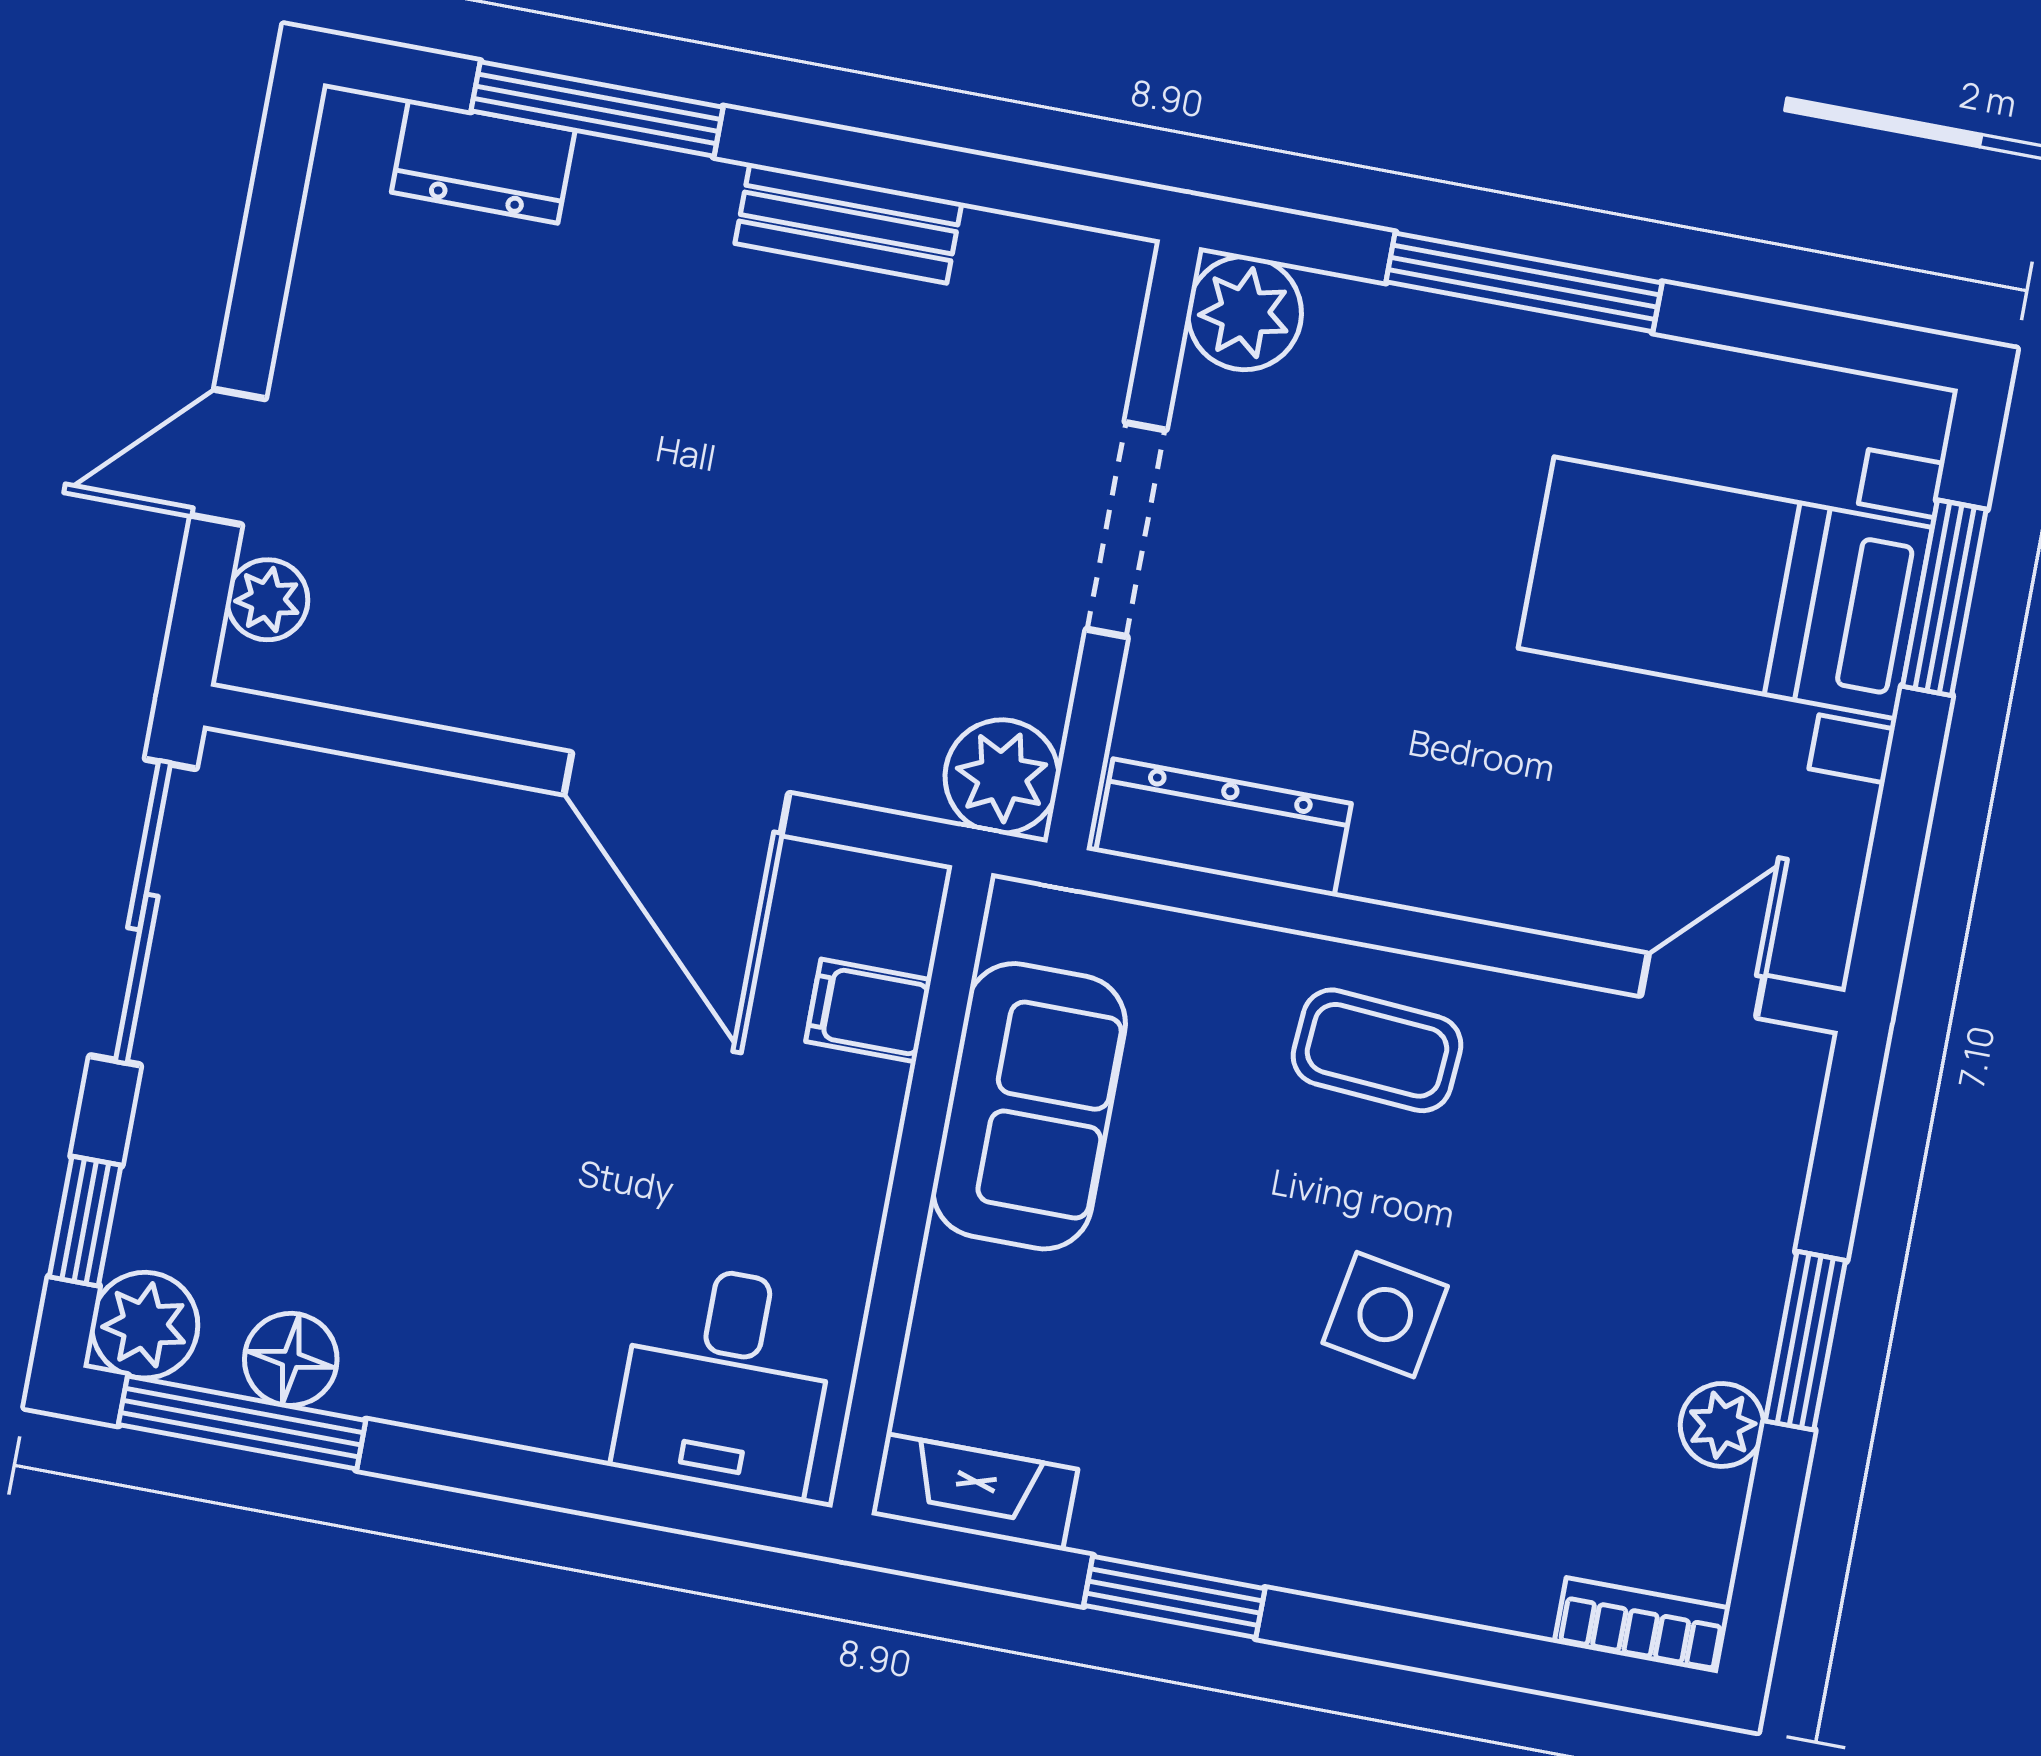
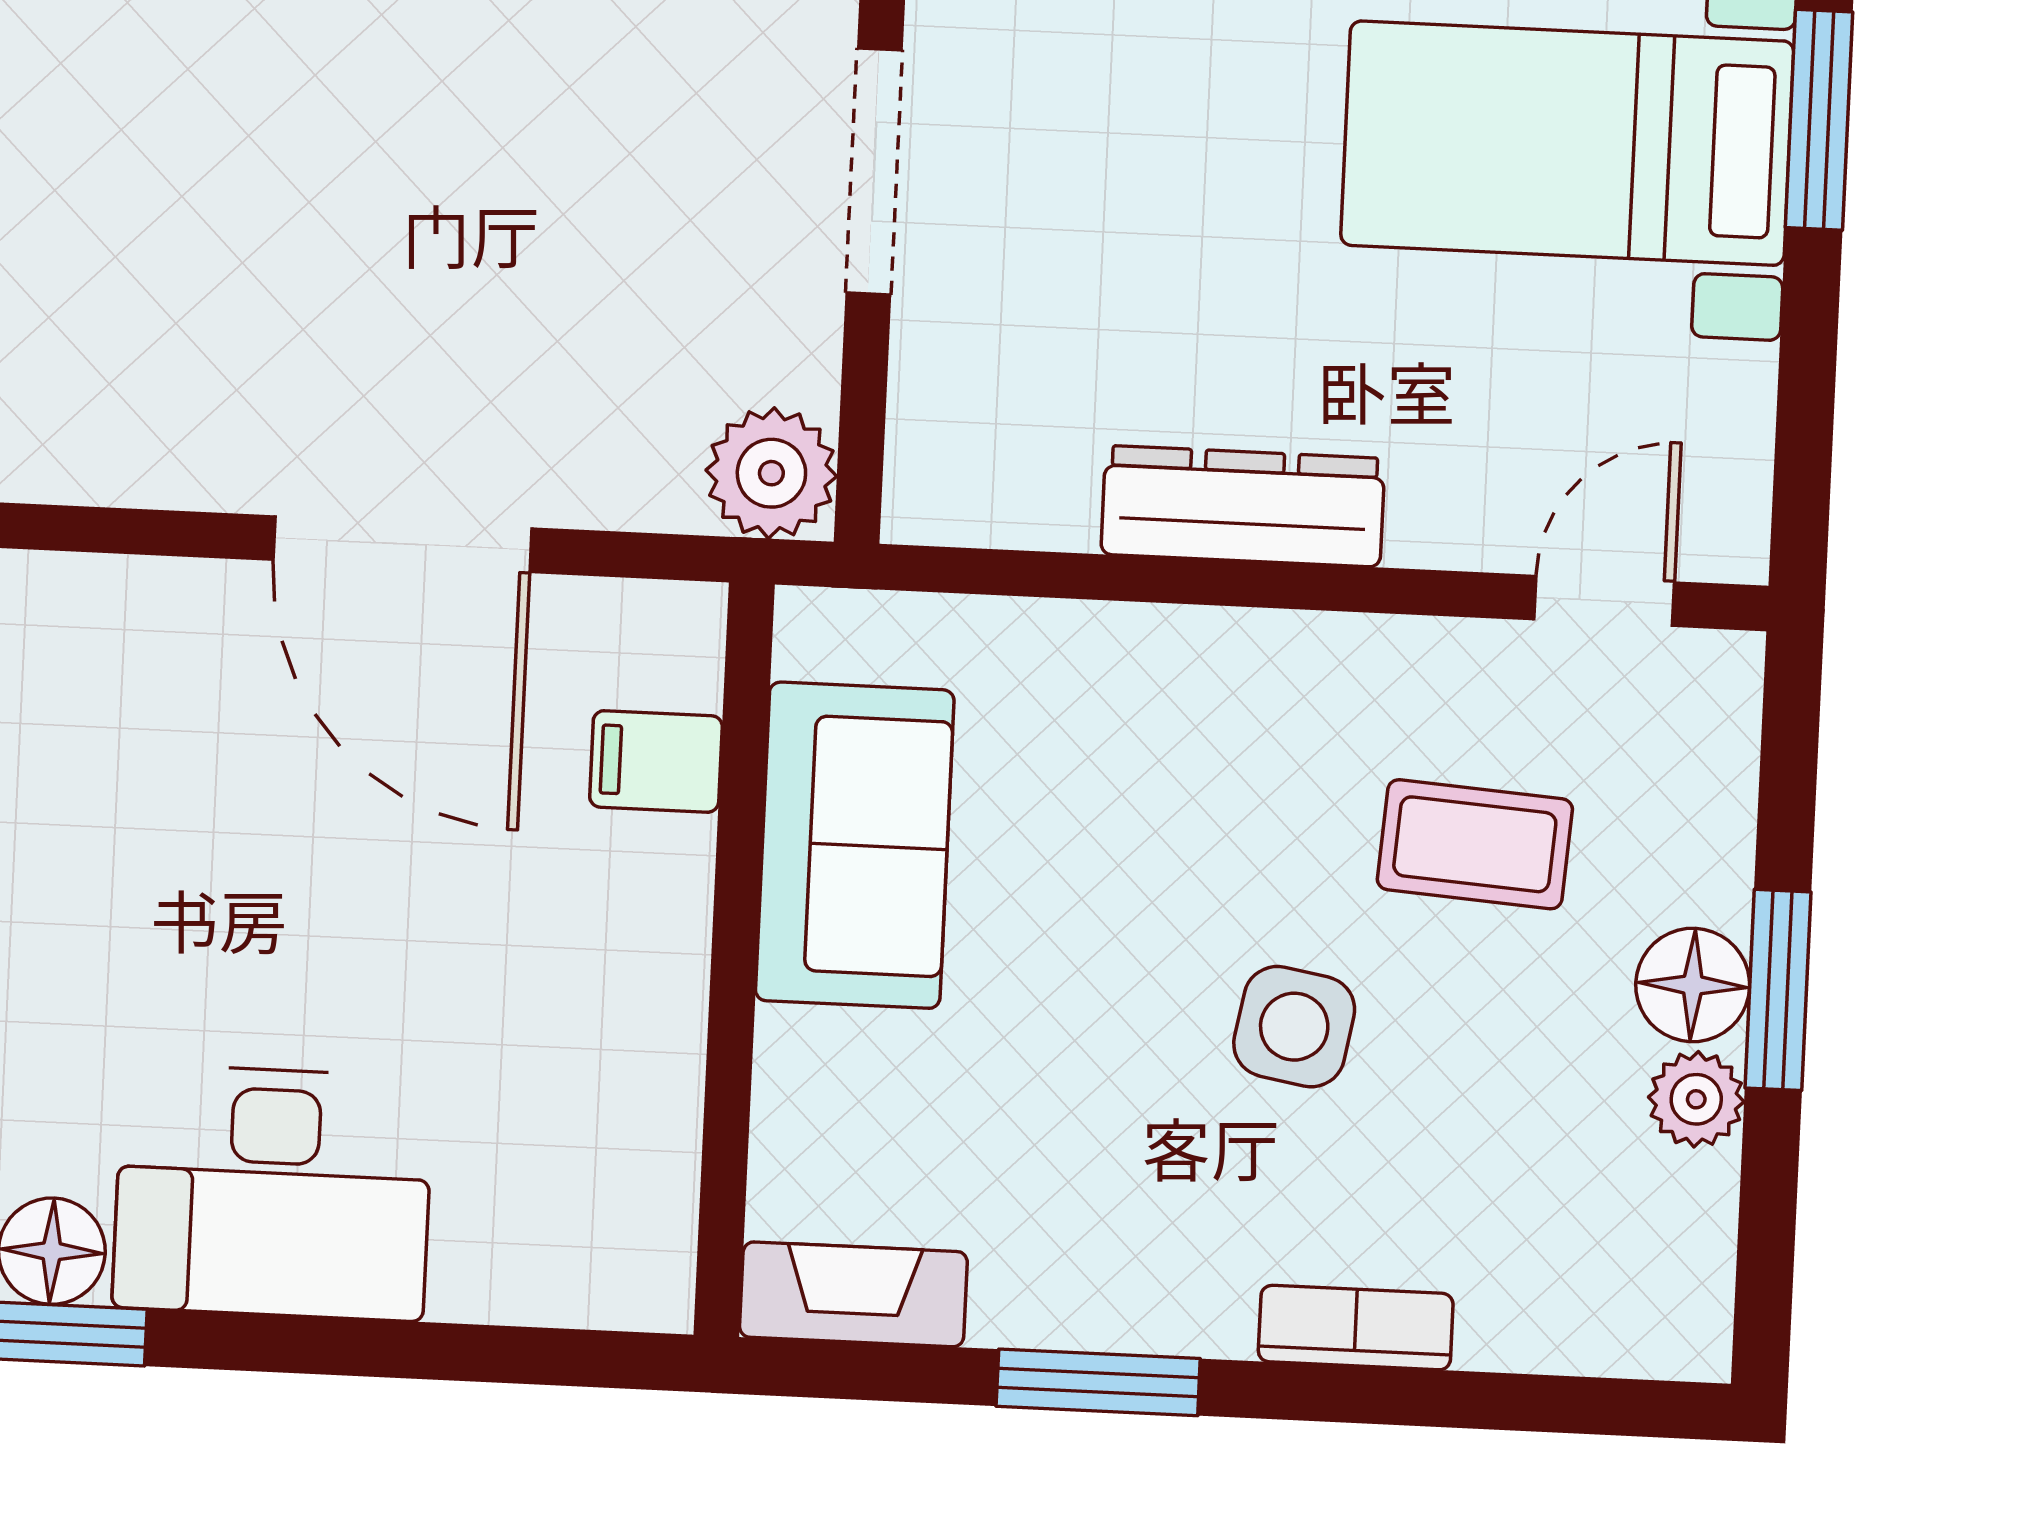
dresser: (1224, 828) -> (1243, 506), moved
coffee table: (1377, 1050) -> (1475, 844), moved
floor lamp: (1733, 1326) -> (1693, 985), added
desk: (726, 1380) -> (273, 1193), moved, width x1.37
bookcase: (1642, 1625) -> (1356, 1328), moved

